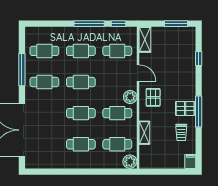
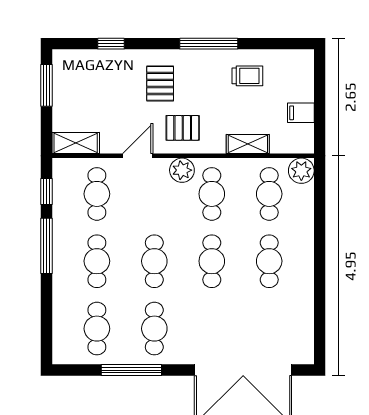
pallet: (185, 108) -> (160, 83), moved
filing cabinet: (190, 161) -> (301, 113), moved

